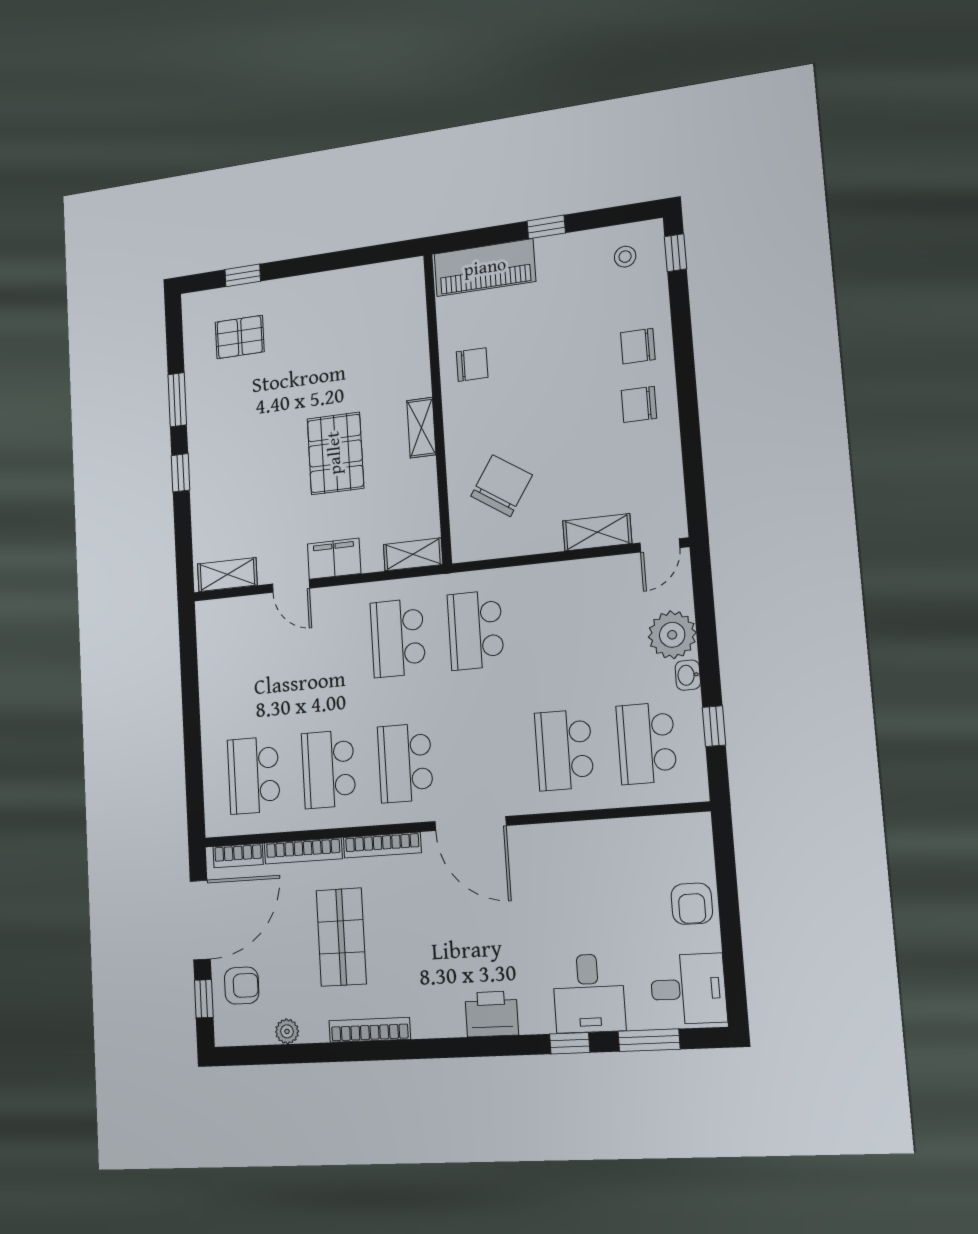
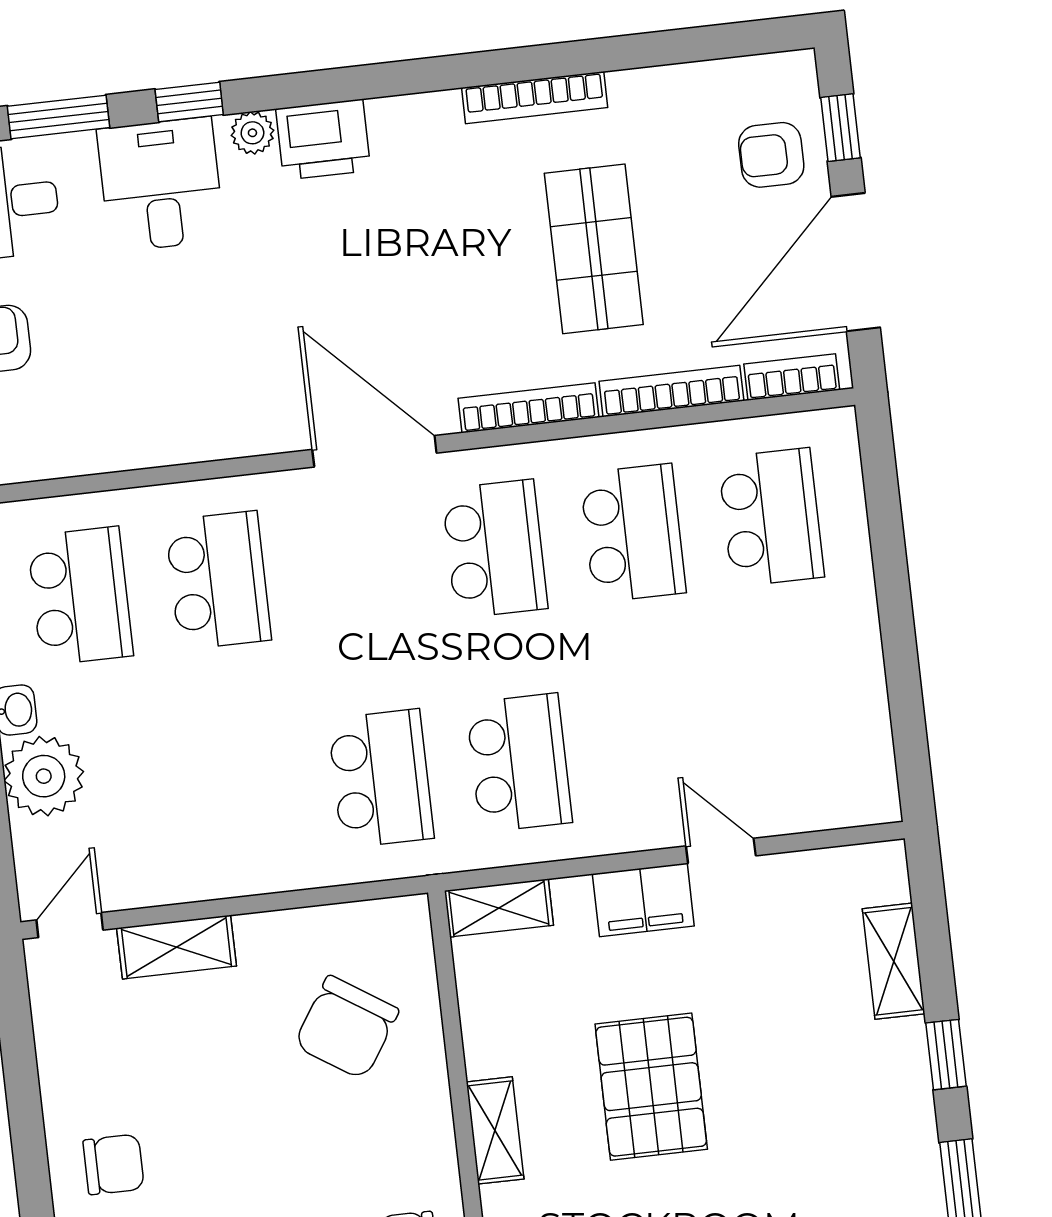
shelving: (227, 575) -> (894, 961), moved, turned 90
plant: (287, 1031) -> (252, 133), moved

